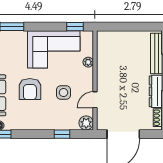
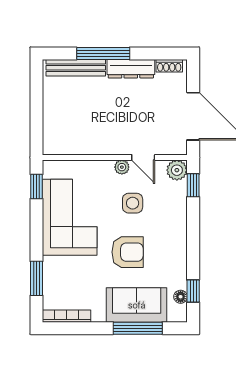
plant: (88, 62) -> (122, 167), moved
window: (62, 134) -> (193, 185), moved

